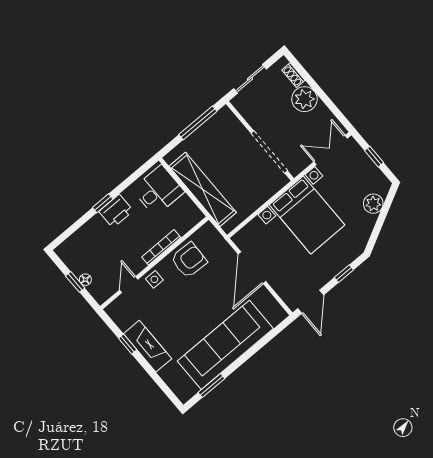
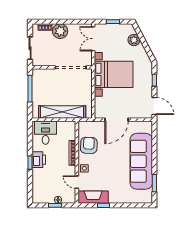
door: (252, 268) -> (117, 120), hinge flipped
fireplace: (148, 346) -> (93, 197), moved

